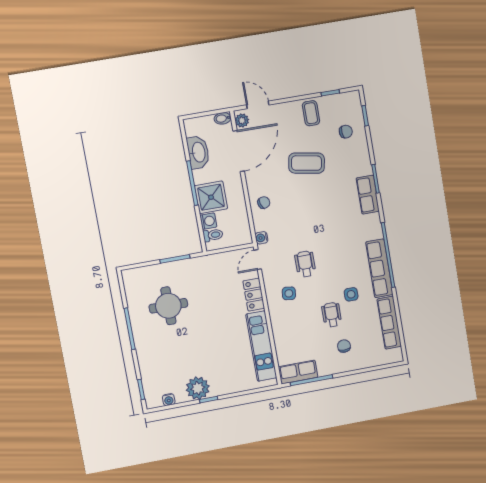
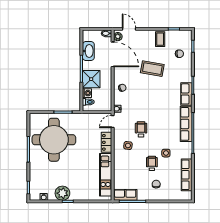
door: (239, 151) -> (113, 54), hinge flipped
row of seats: (379, 268) -> (186, 124), moved
round table: (168, 306) -> (54, 140), width x1.86, depth x1.86

